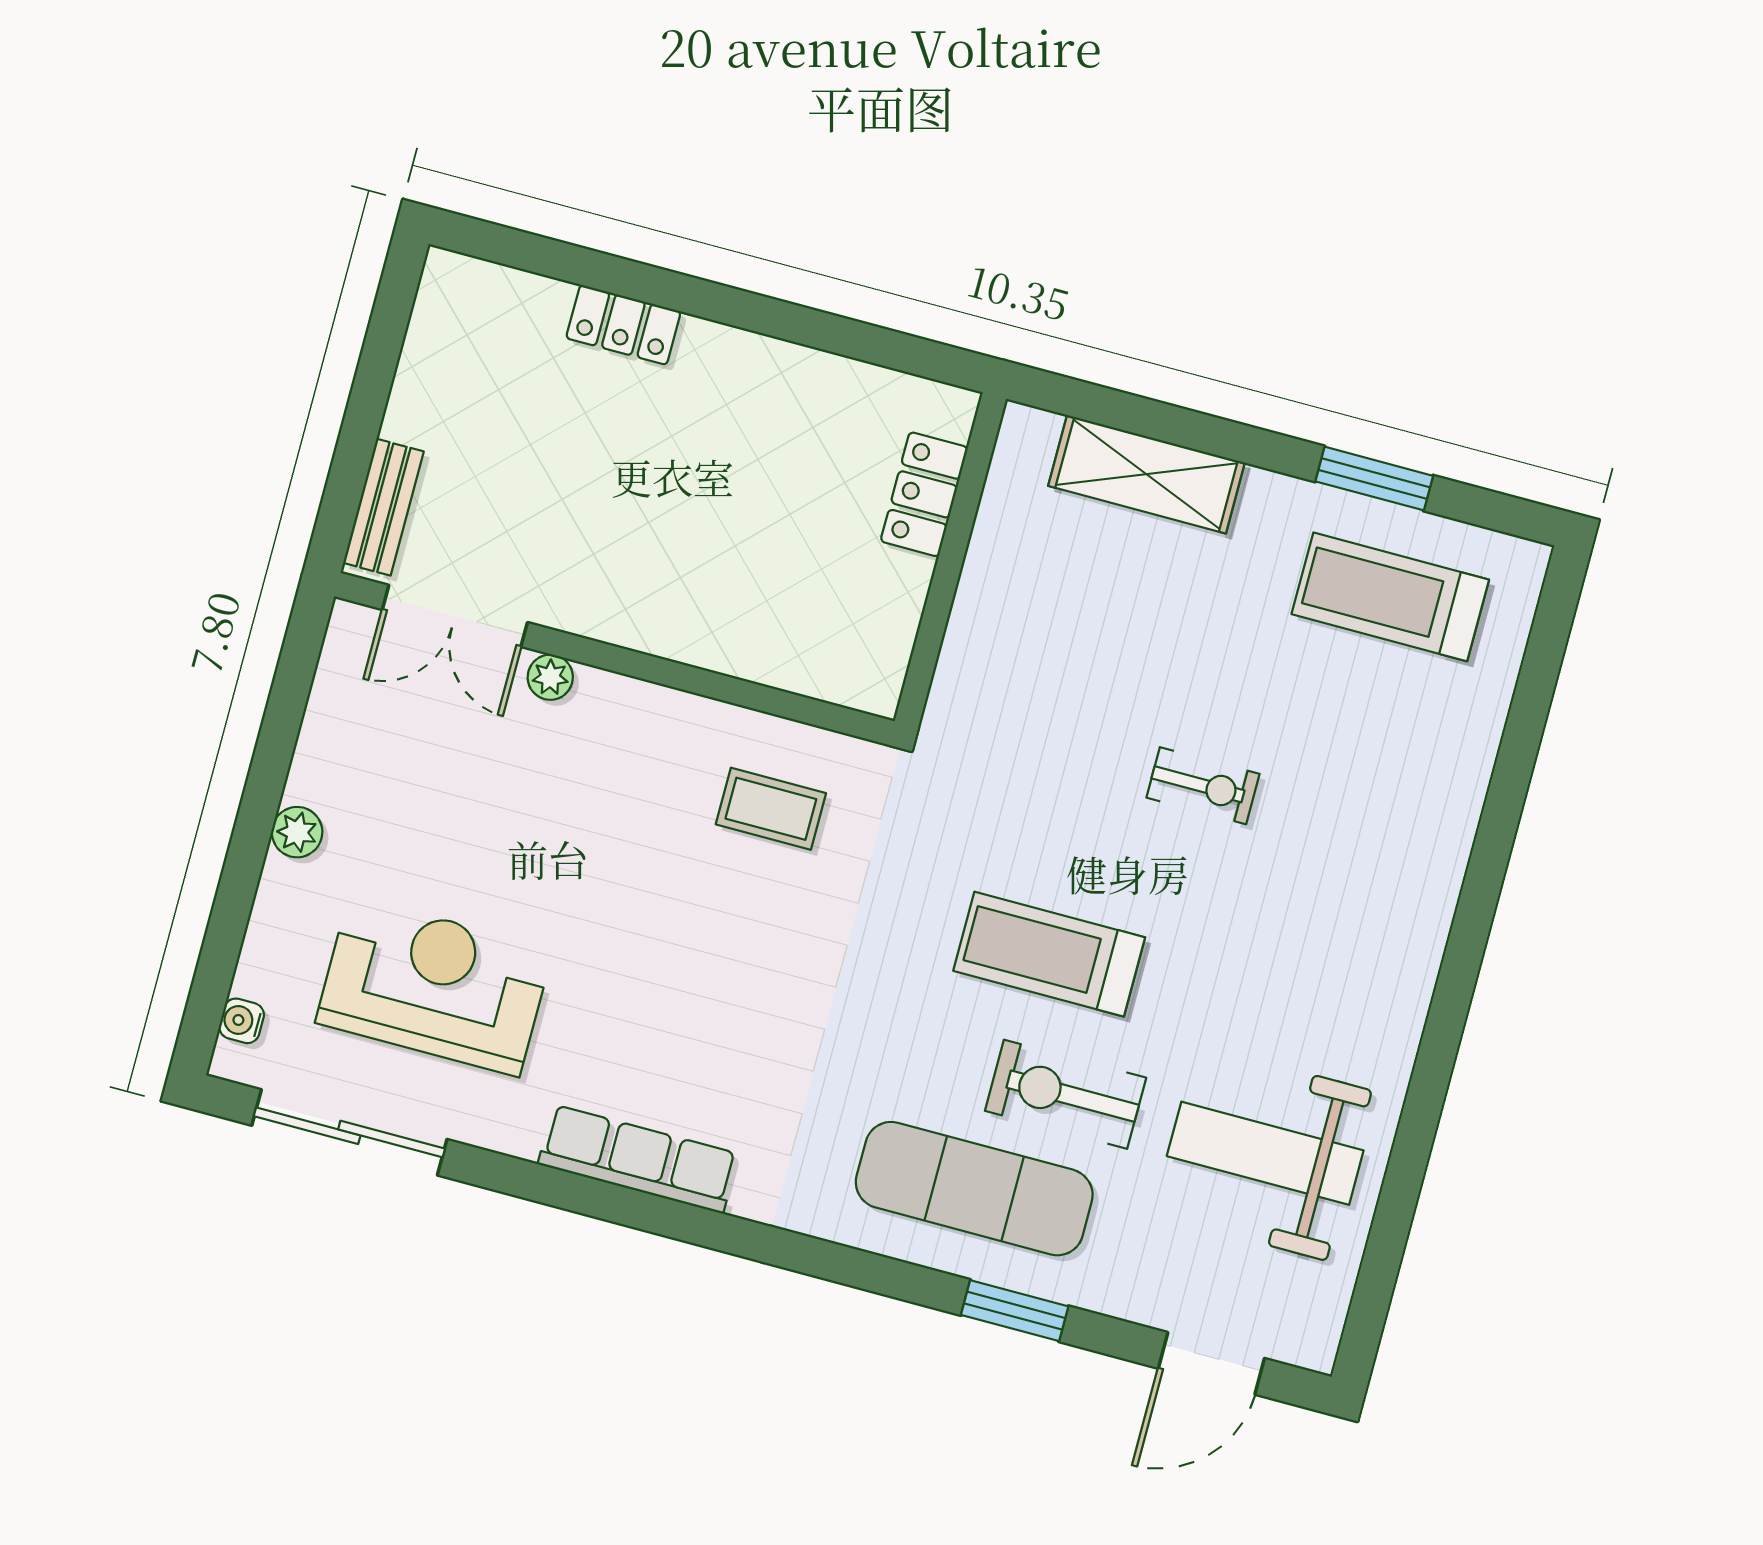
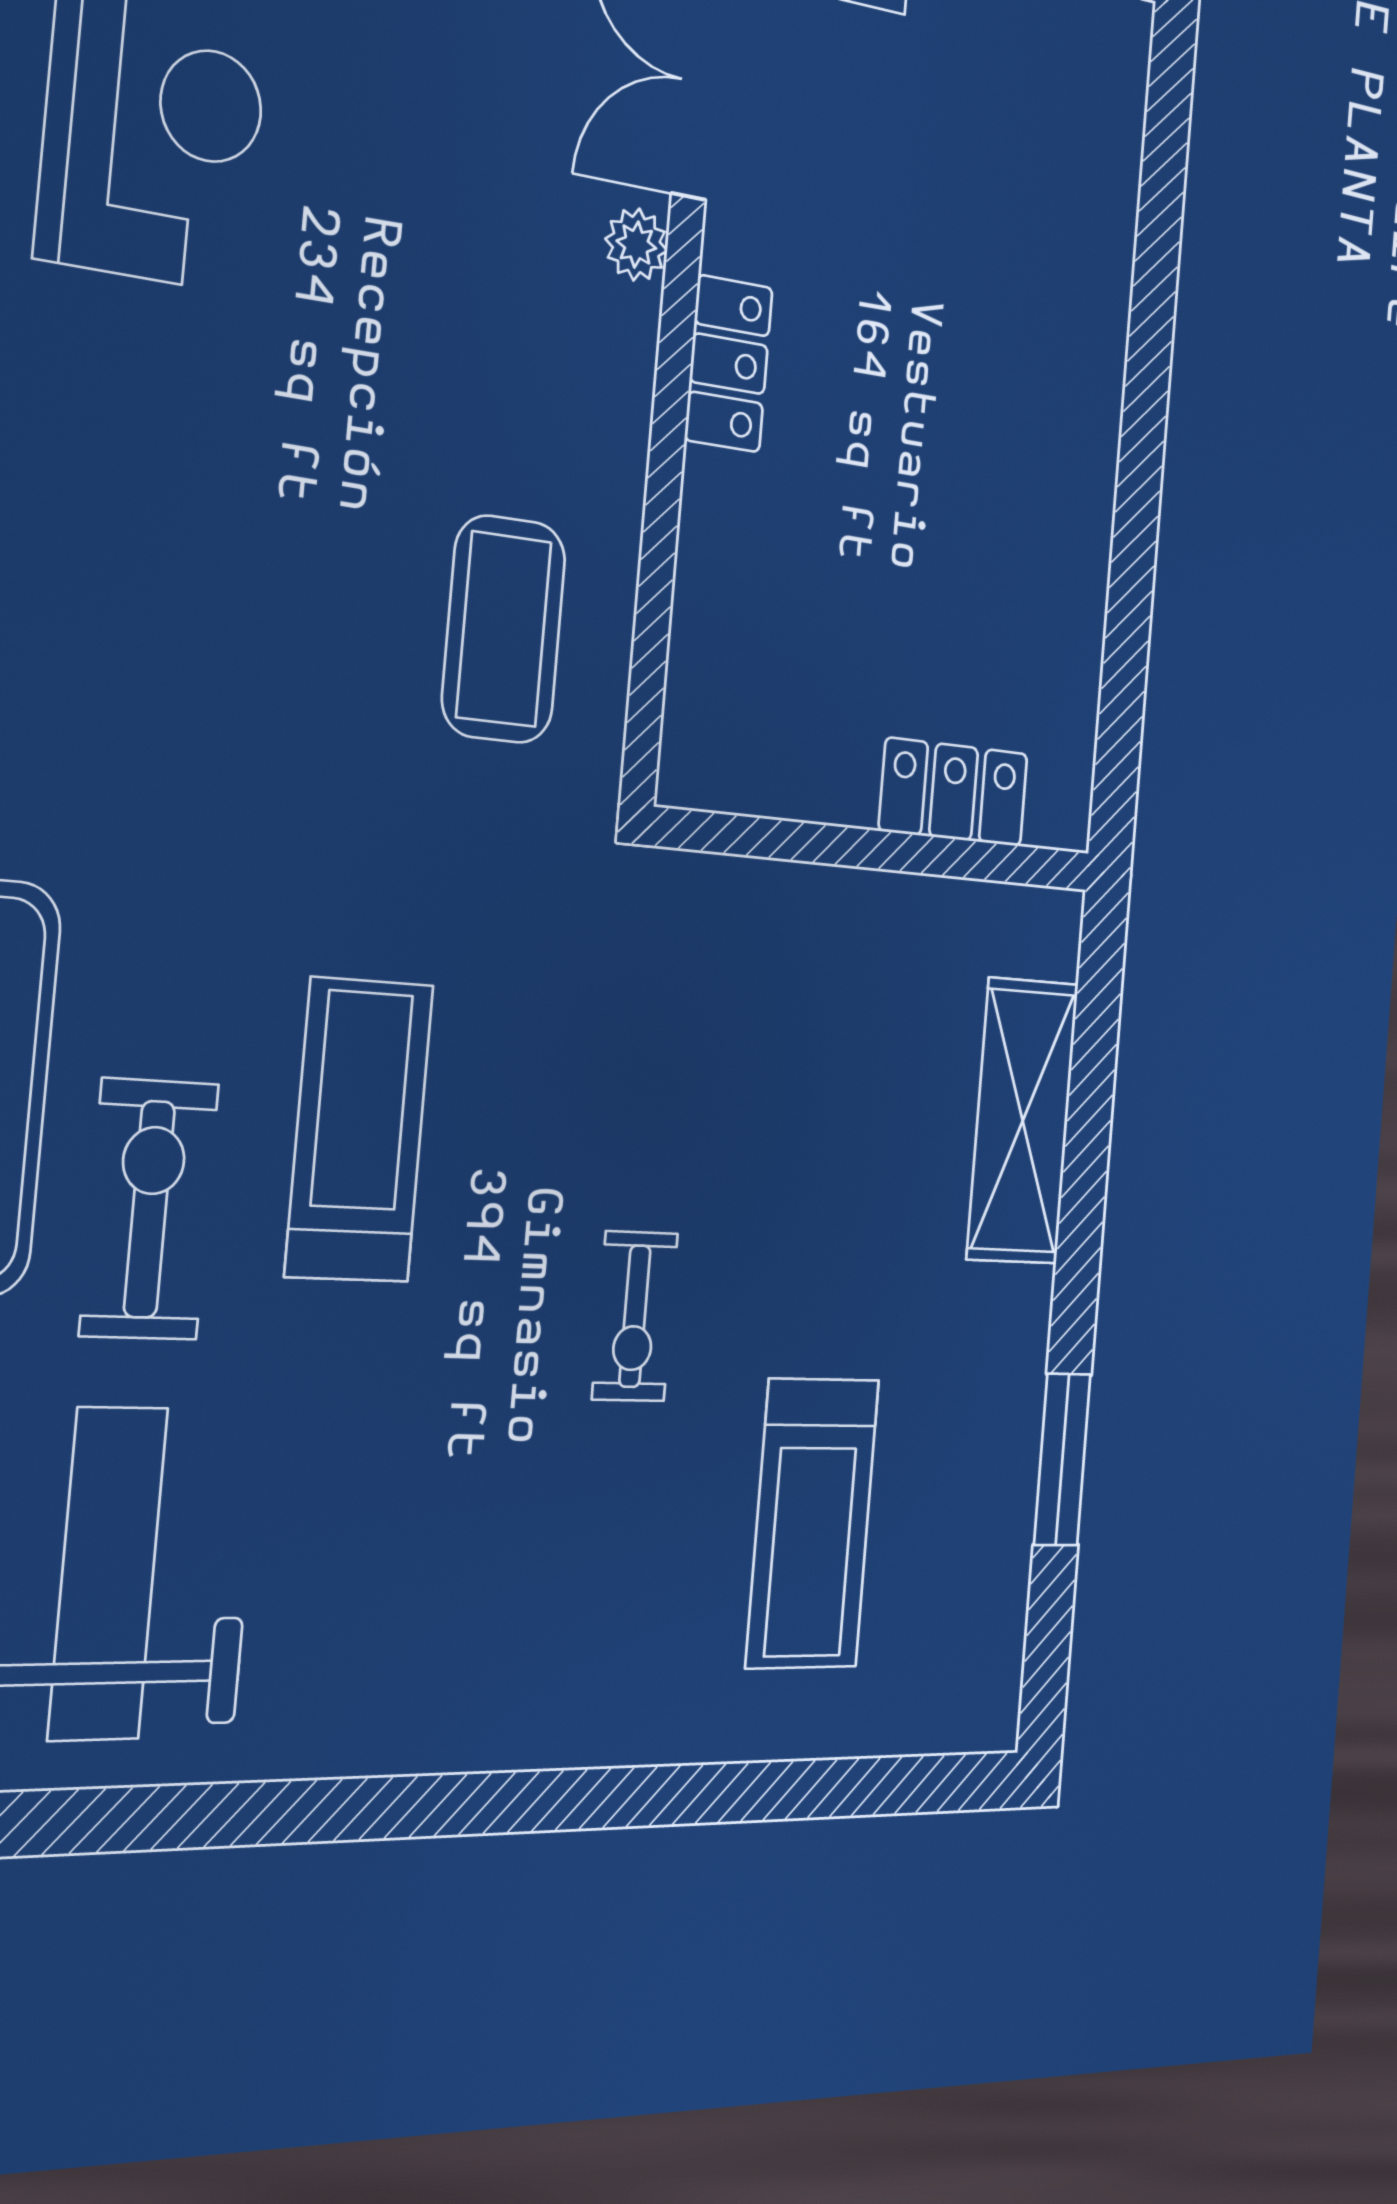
locker: (623, 325) -> (729, 364), moved, turned 180
treadmill: (1390, 597) -> (813, 1523), moved, turned 180
coffee table: (771, 809) -> (504, 629), width x1.36, depth x1.30

